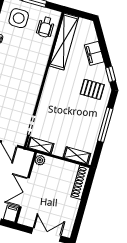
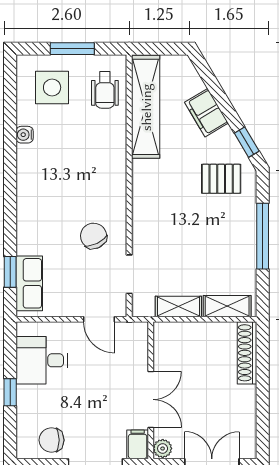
chair: (19, 100) -> (94, 236), added
shelving: (41, 146) -> (178, 307), moved
plant: (40, 160) -> (163, 449), moved
double door: (24, 192) -> (151, 399), swing flipped

